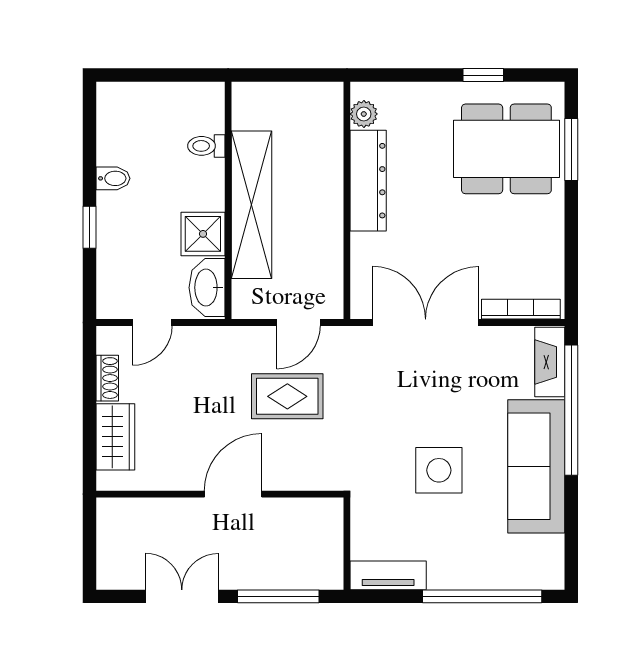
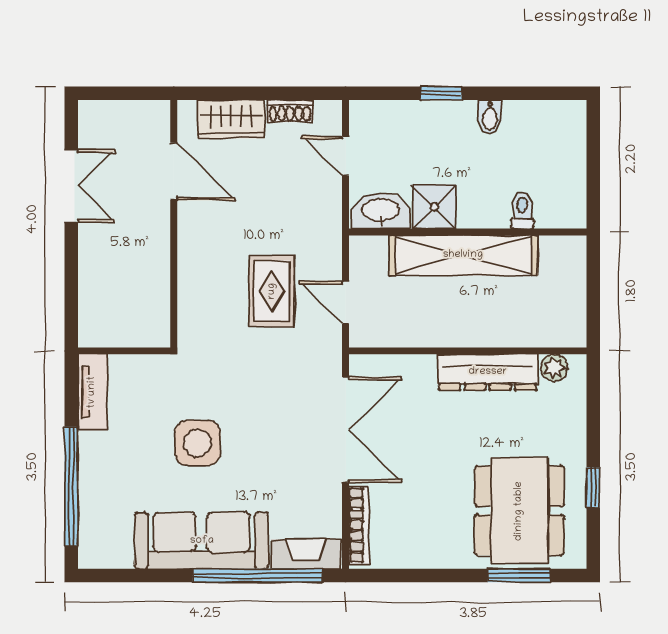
door: (233, 494) -> (174, 171), moved
window: (278, 596) -> (71, 282), removed

